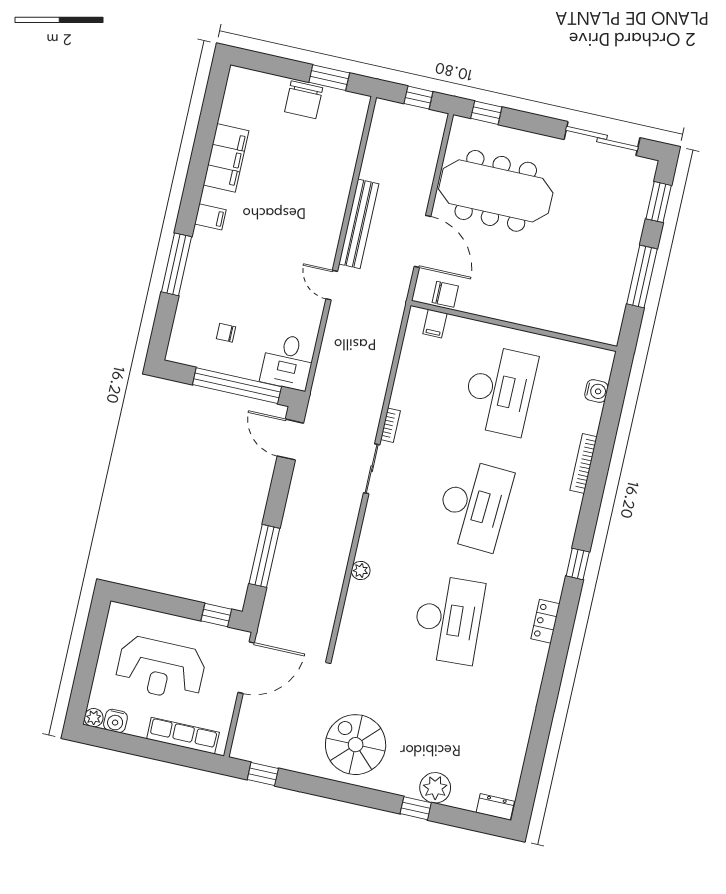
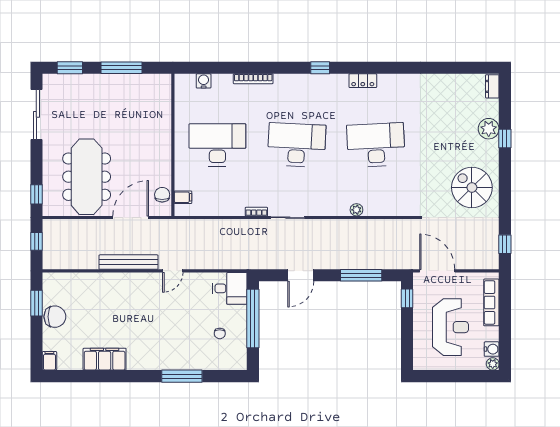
filing cabinet: (210, 217) -> (49, 361), moved
door: (290, 440) -> (301, 275), moved
spiral stairs: (356, 745) -> (472, 187), turned 90

